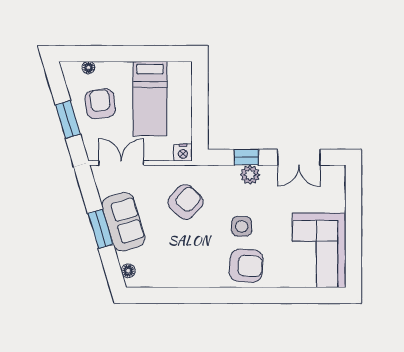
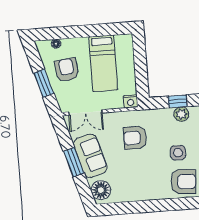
double door: (121, 163) -> (85, 112), swing flipped
armchair: (186, 202) -> (135, 138), turned -133
floor lamp: (128, 271) -> (101, 190), width x1.89, depth x1.89

